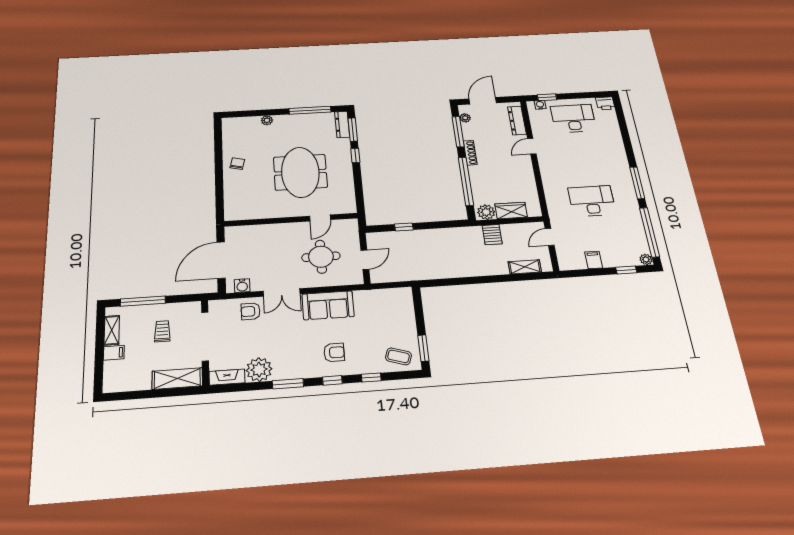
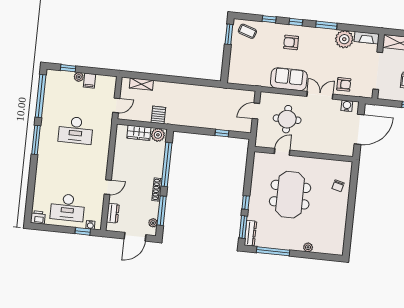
dresser: (517, 121) -> (113, 213), width x0.70
chair: (237, 164) -> (338, 186), moved
plant: (646, 259) -> (79, 77), moved

